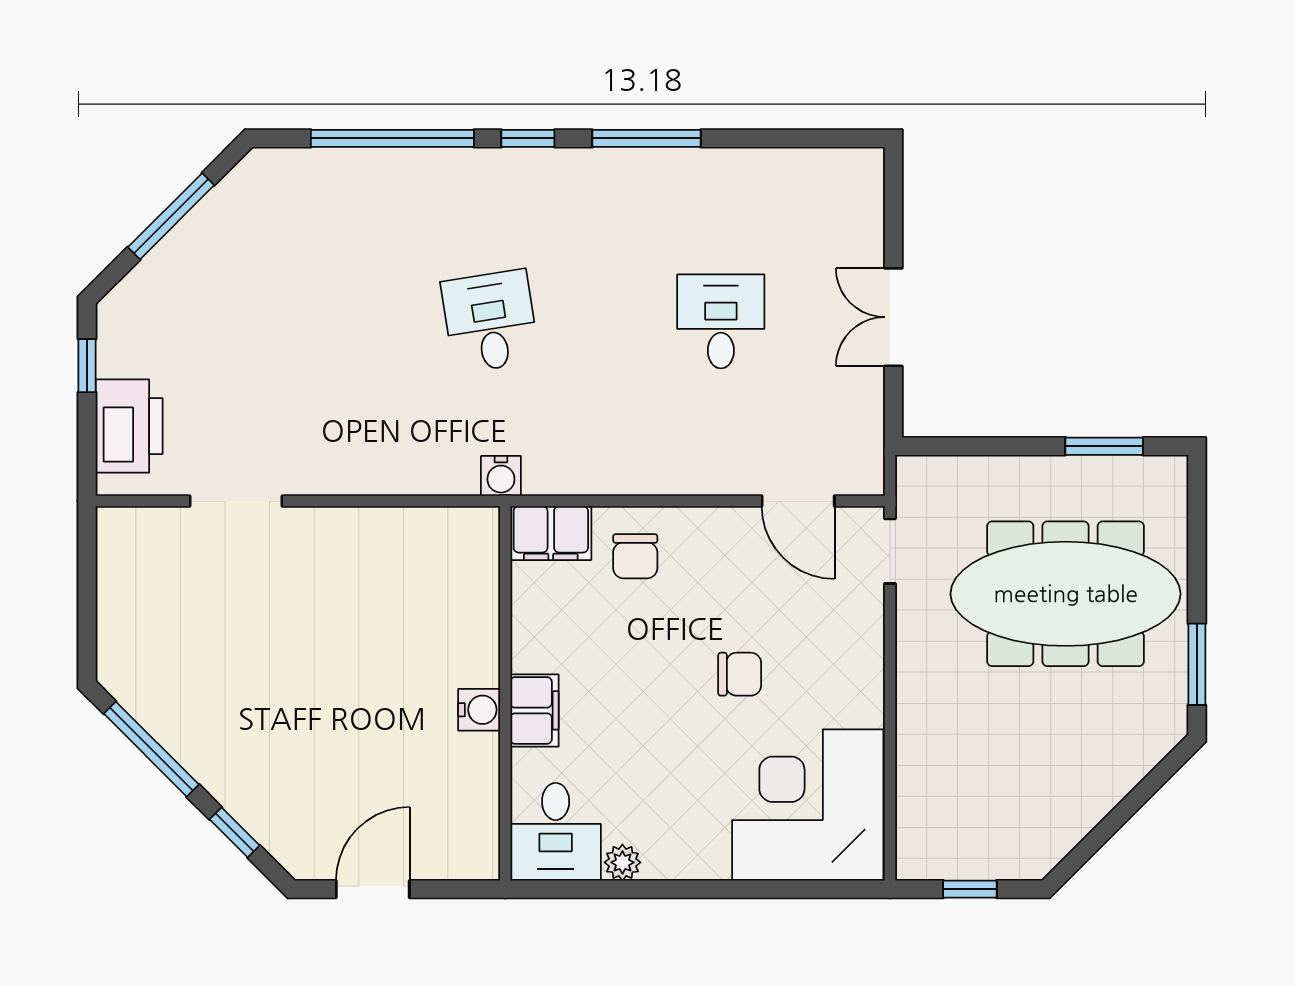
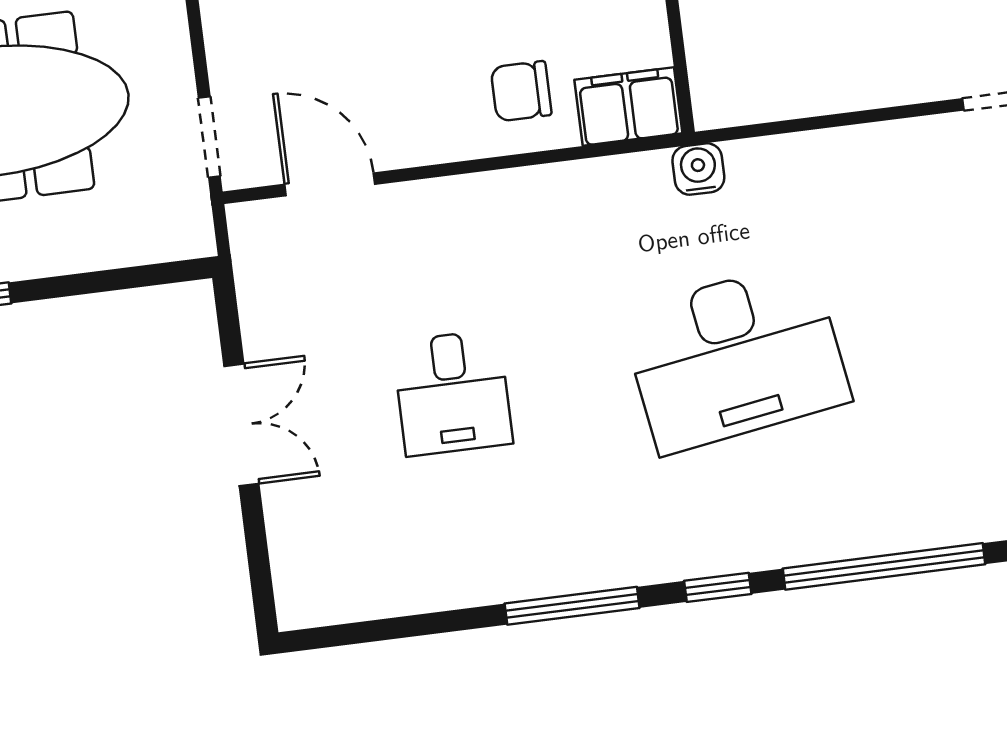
desk: (490, 321) -> (736, 357), width x1.87, depth x1.30
chair: (635, 556) -> (521, 91), turned -90

